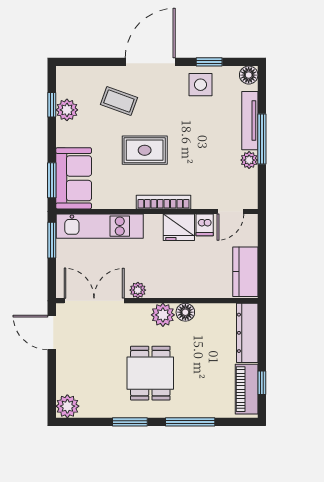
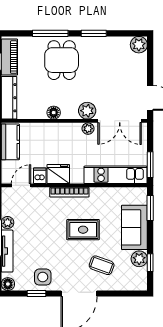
sofa: (74, 178) -> (134, 227), moved
plant: (163, 315) -> (87, 111), moved
dining table: (150, 373) -> (62, 60), moved

